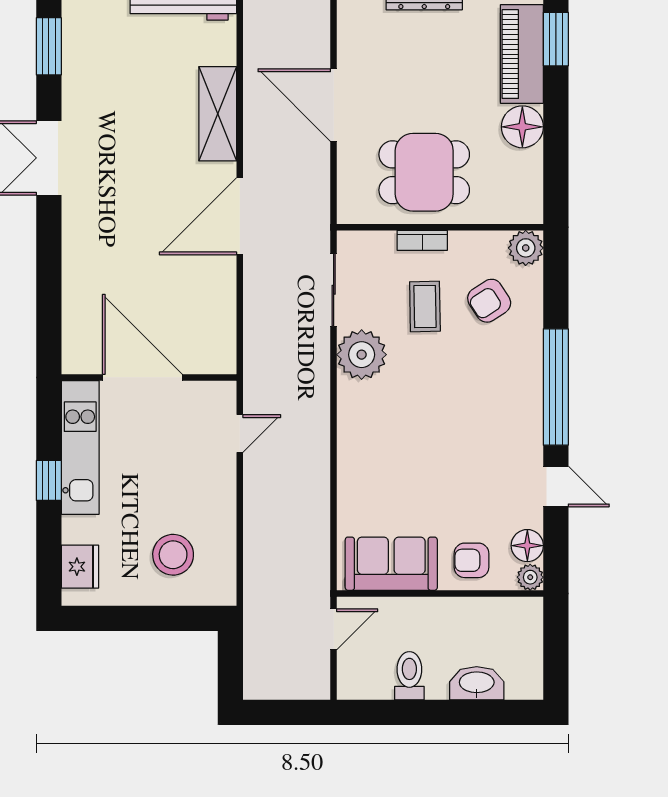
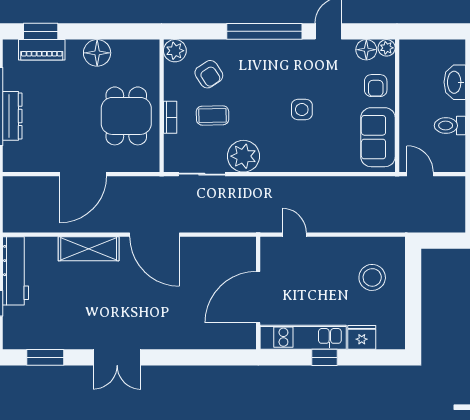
piano: (522, 54) -> (42, 50), width x0.73, depth x0.75
side table: (434, 445) -> (302, 110), added
fridge: (80, 567) -> (362, 337), moved

